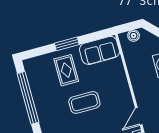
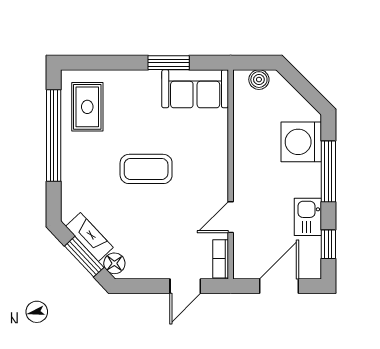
window: (67, 44) -> (169, 63), moved
rug: (66, 70) -> (87, 107), moved

